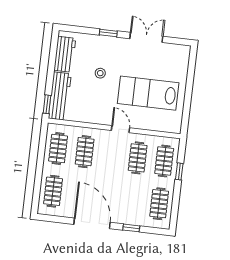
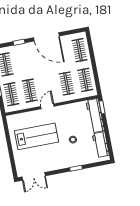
double door: (146, 37) -> (34, 176), moved
door: (120, 129) -> (47, 106), swing flipped

